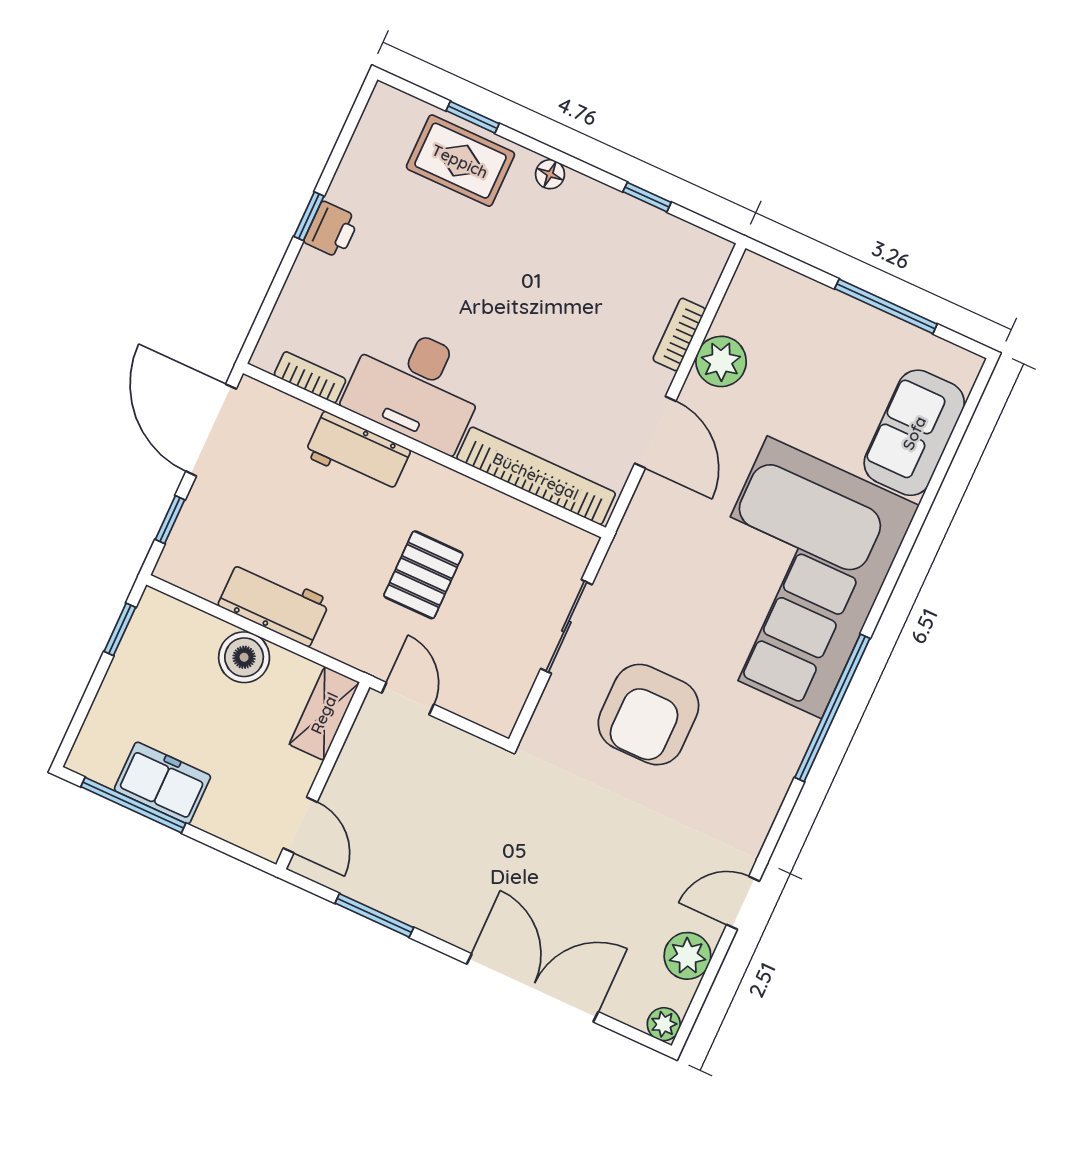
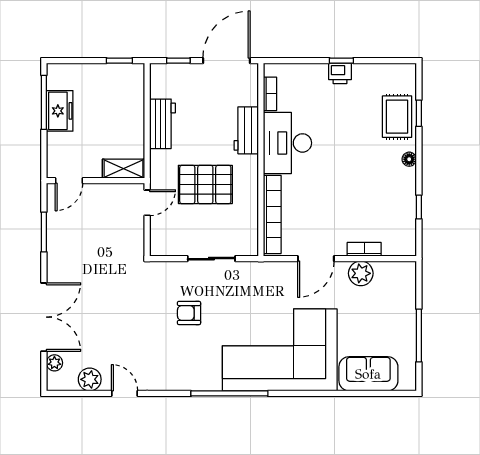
pallet: (423, 575) -> (205, 184), width x1.50, depth x1.42
boiler: (244, 657) -> (132, 122), removed
armchair: (648, 715) -> (189, 313), width x0.53, depth x0.53
plant: (664, 1024) -> (54, 363), moved

